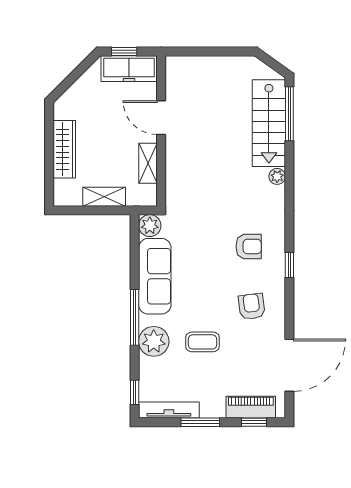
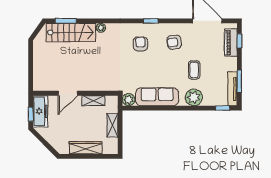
window: (289, 114) -> (66, 21), width x0.69
window: (135, 317) -> (180, 108), removed
window: (200, 422) -> (239, 81), moved

